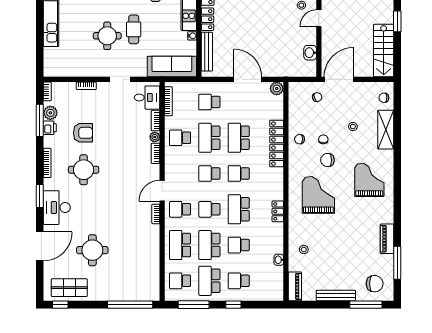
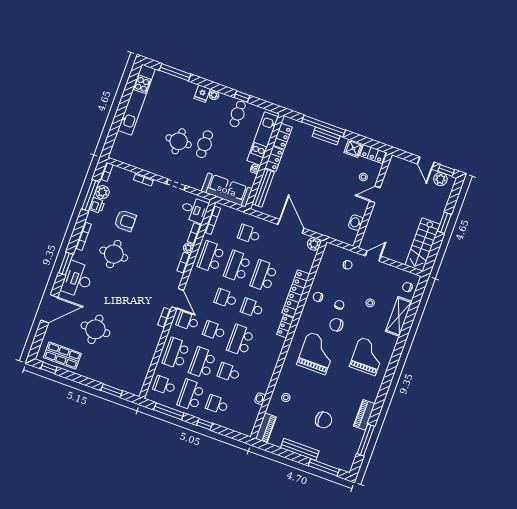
door: (339, 79) -> (373, 256), width x0.53
school desk: (180, 138) -> (211, 257), width x1.85
door: (162, 191) -> (178, 299), swing flipped
locker: (278, 211) -> (285, 326), moved
chair: (375, 284) -> (324, 420), moved
window: (130, 305) -> (112, 391), width x0.47

